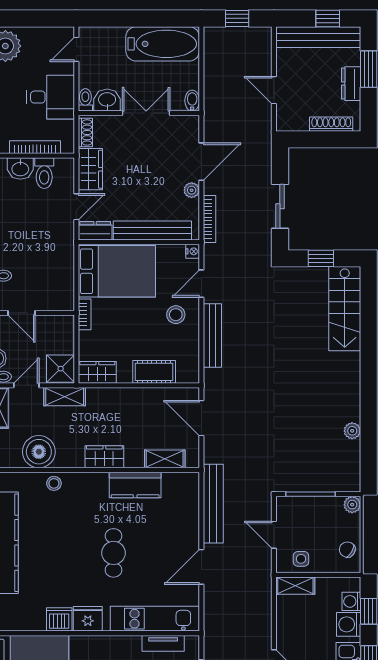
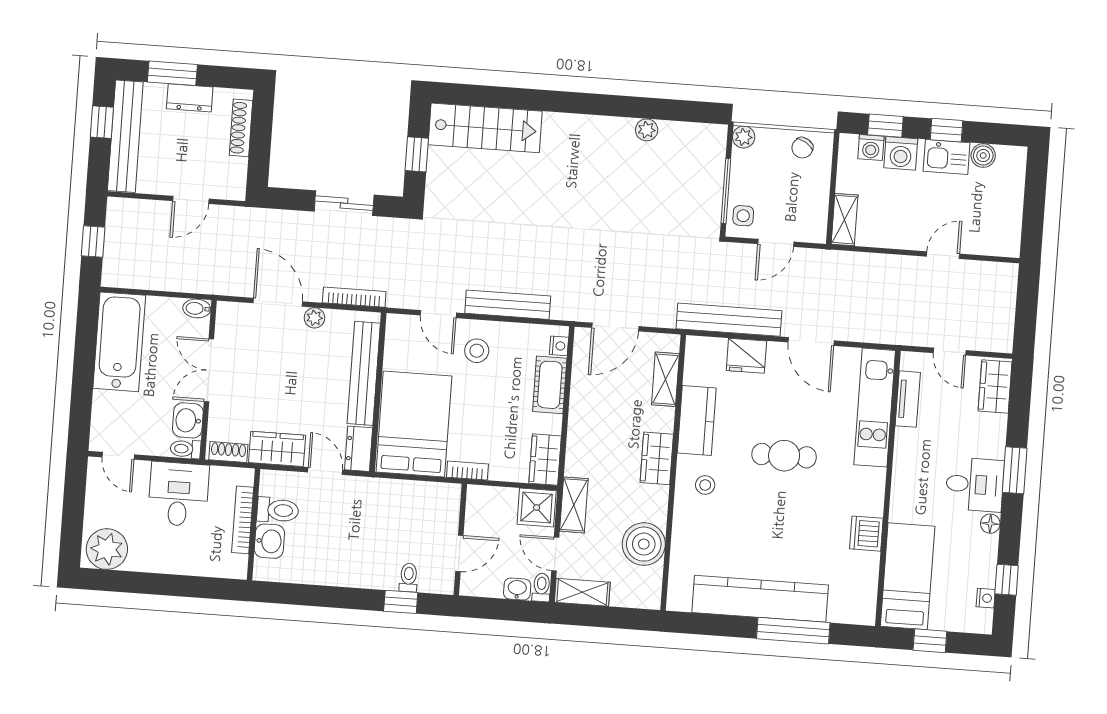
nightstand: (193, 251) -> (559, 346), moved, turned 90
stool: (54, 483) -> (705, 485), moved
side table: (301, 559) -> (743, 216), moved
fridge: (88, 619) -> (746, 356), moved, turned -90

